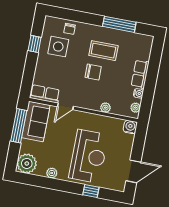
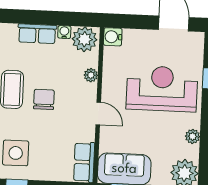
door: (65, 106) -> (98, 113), moved
plant: (136, 108) -> (84, 39), width x1.88, depth x1.88

